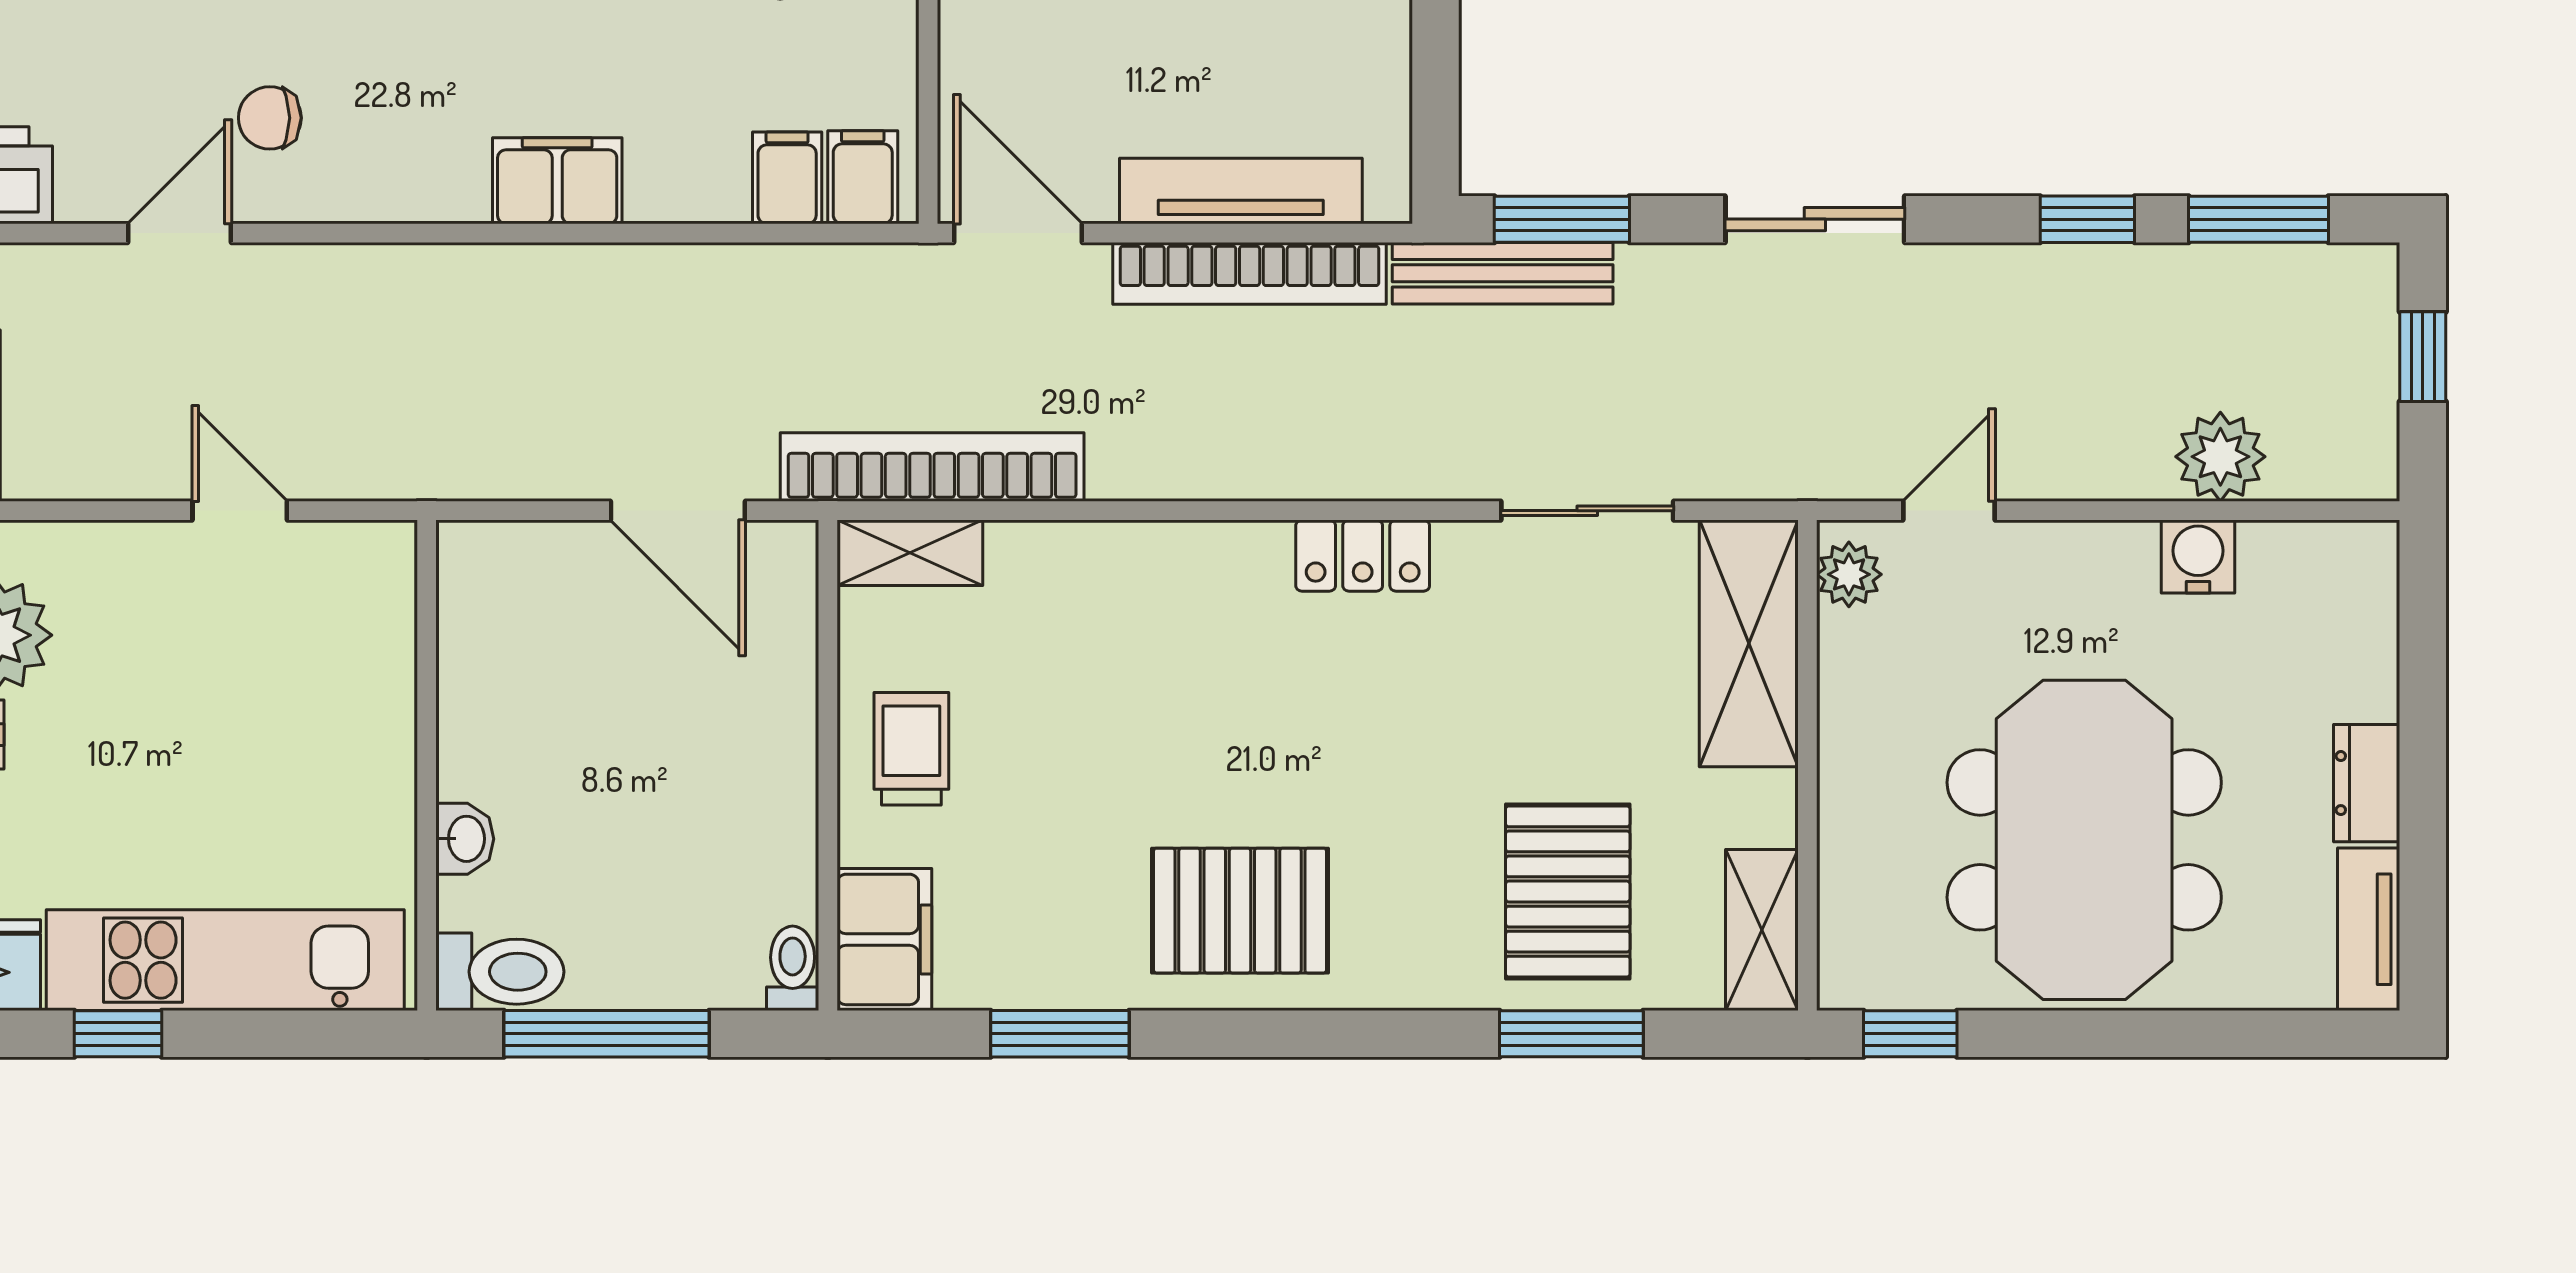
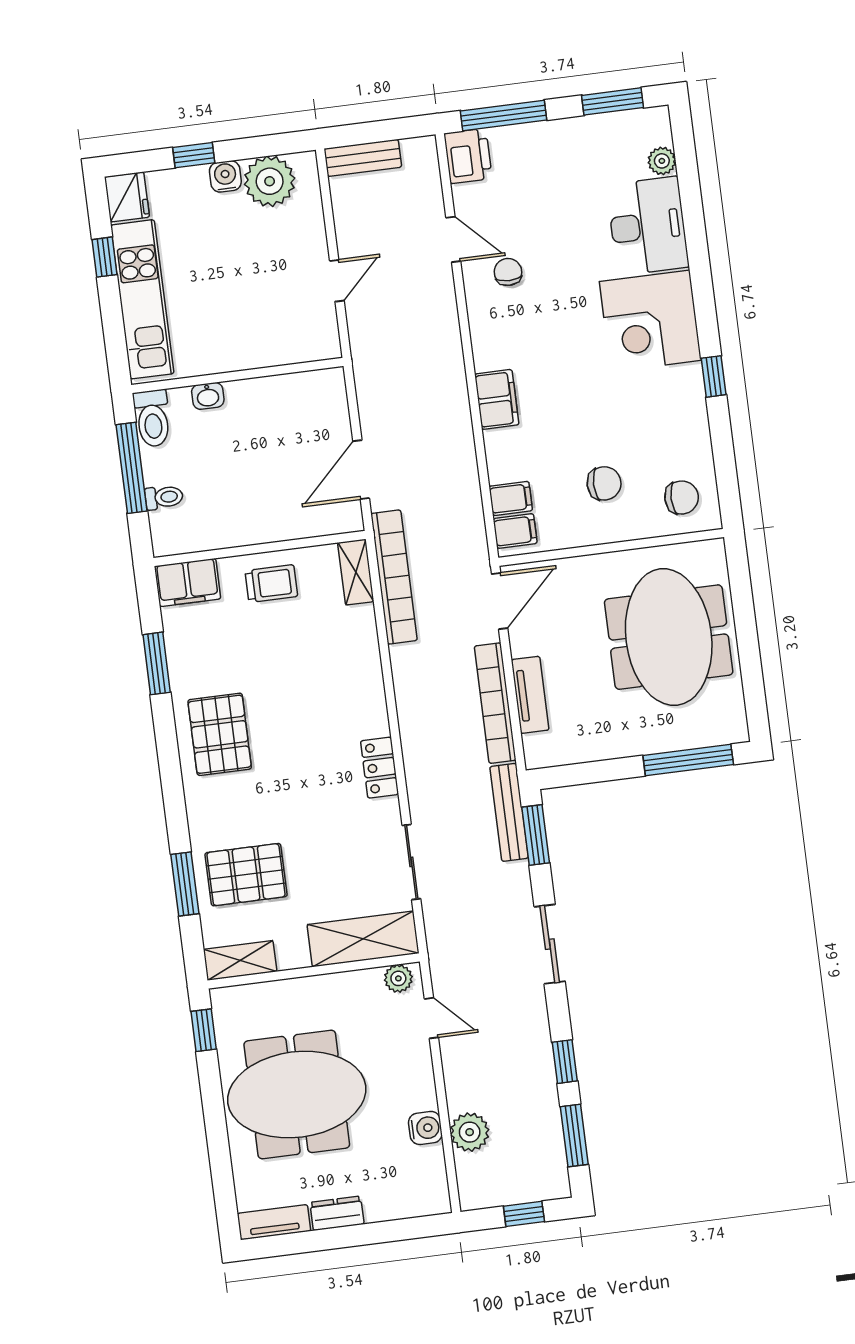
tv unit: (1241, 191) -> (530, 695), width x0.71
toilet: (793, 968) -> (164, 497), moved

